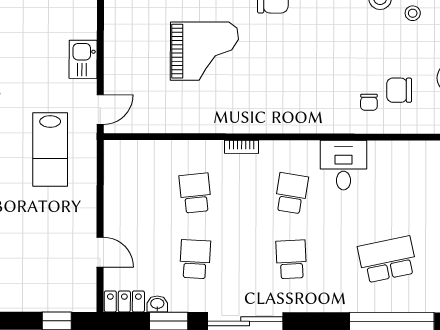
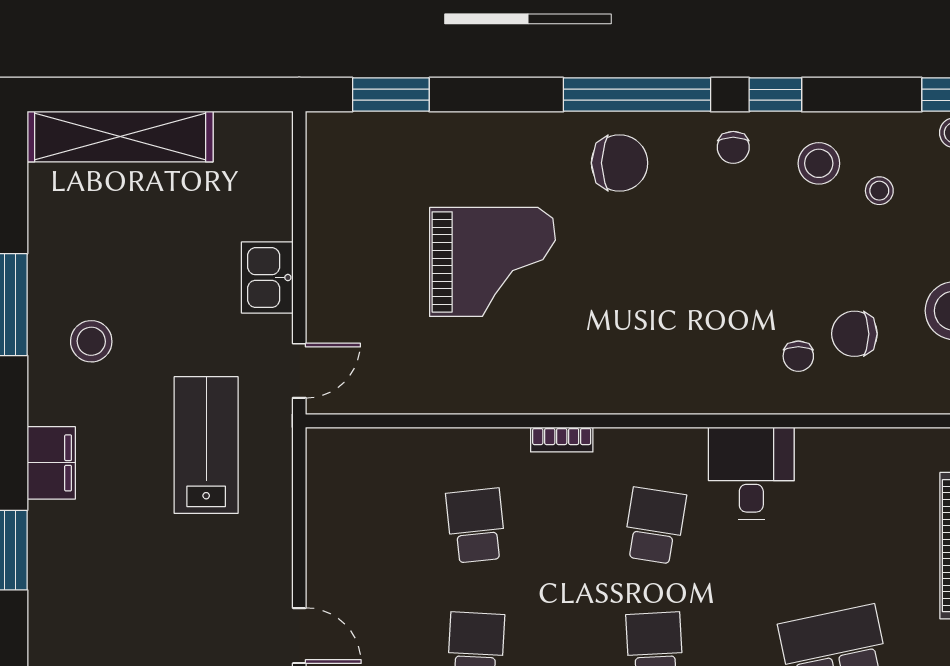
lab bench: (50, 149) -> (206, 445), turned 180

